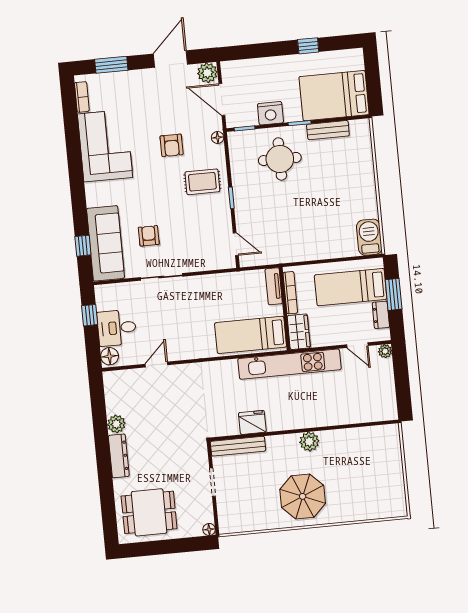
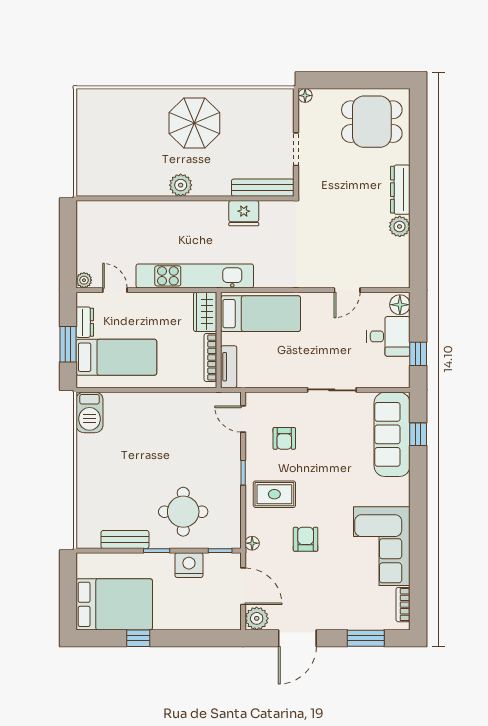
bed: (334, 96) -> (114, 604), moved
armchair: (149, 236) -> (284, 438), moved
tv unit: (274, 286) -> (229, 367), moved
bookcase: (290, 293) -> (210, 357), moved
wall: (285, 309) -> (219, 340), moved
wardrobe: (299, 332) -> (205, 312), moved
bed: (251, 335) -> (261, 314), moved

